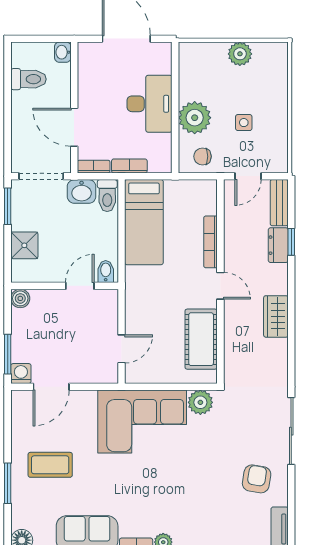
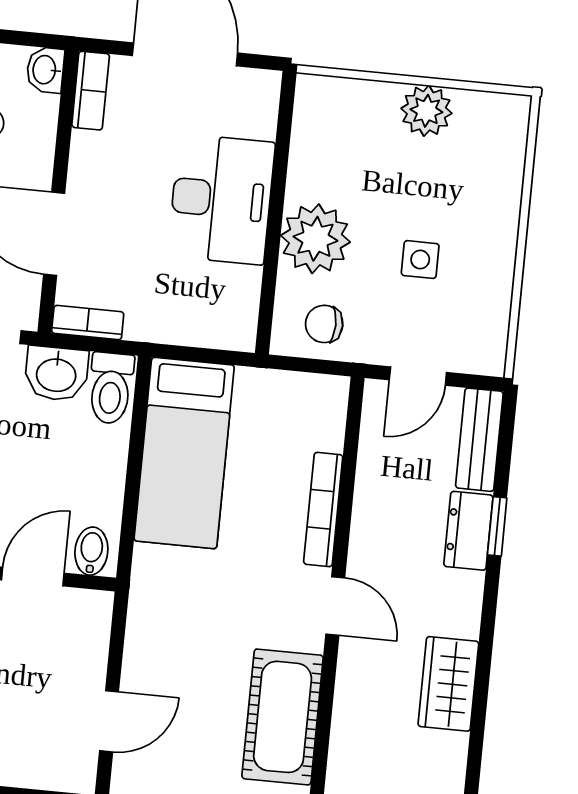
bookcase: (129, 166) -> (91, 91), moved, turned 90

